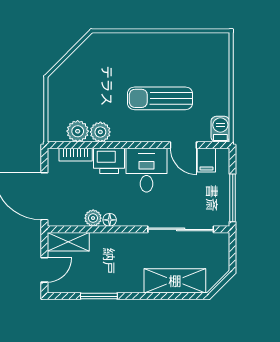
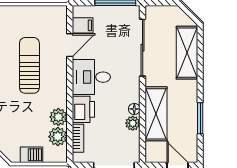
sun lounger: (160, 98) -> (29, 65), turned 180
barbecue: (220, 129) -> (31, 155), moved, turned 180
shelving: (68, 242) -> (156, 114), moved, width x1.50, depth x1.33

